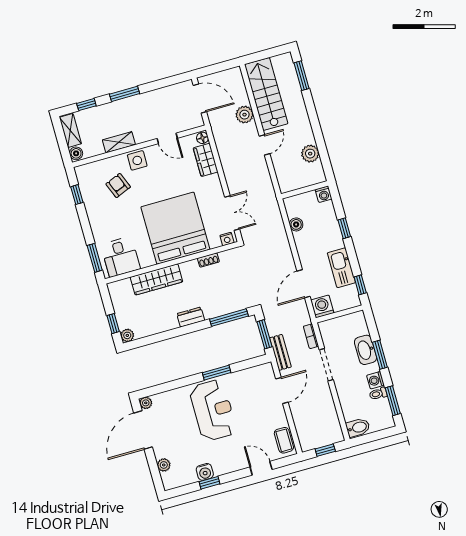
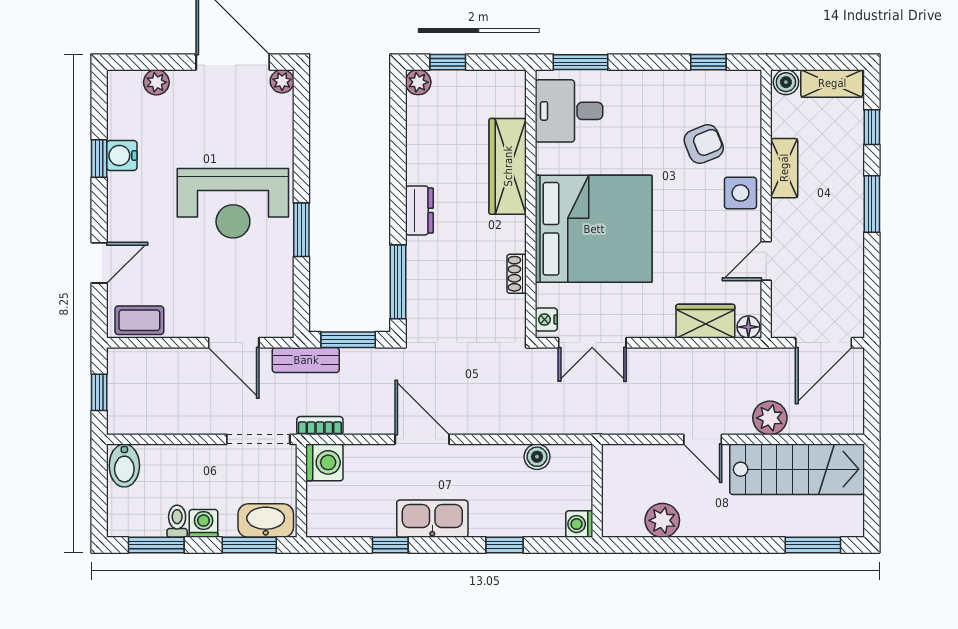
washing machine: (322, 306) -> (324, 462), moved
wall: (339, 314) -> (301, 491), moved

